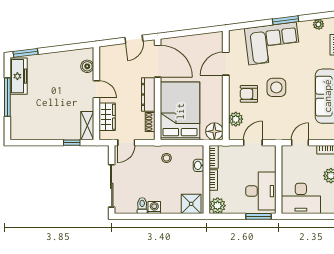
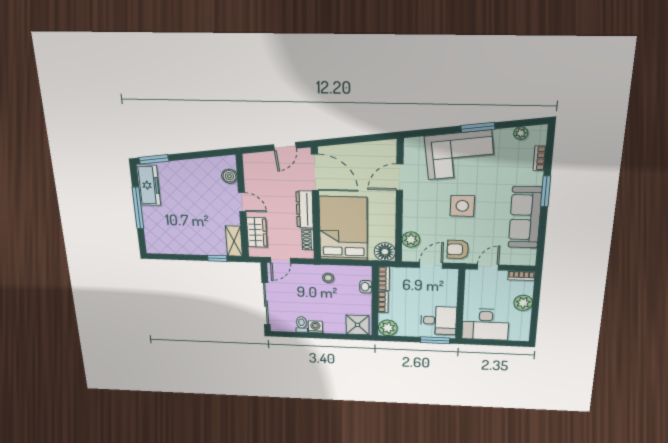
armchair: (249, 94) -> (458, 249), moved
desk: (261, 191) -> (438, 321), width x0.73

